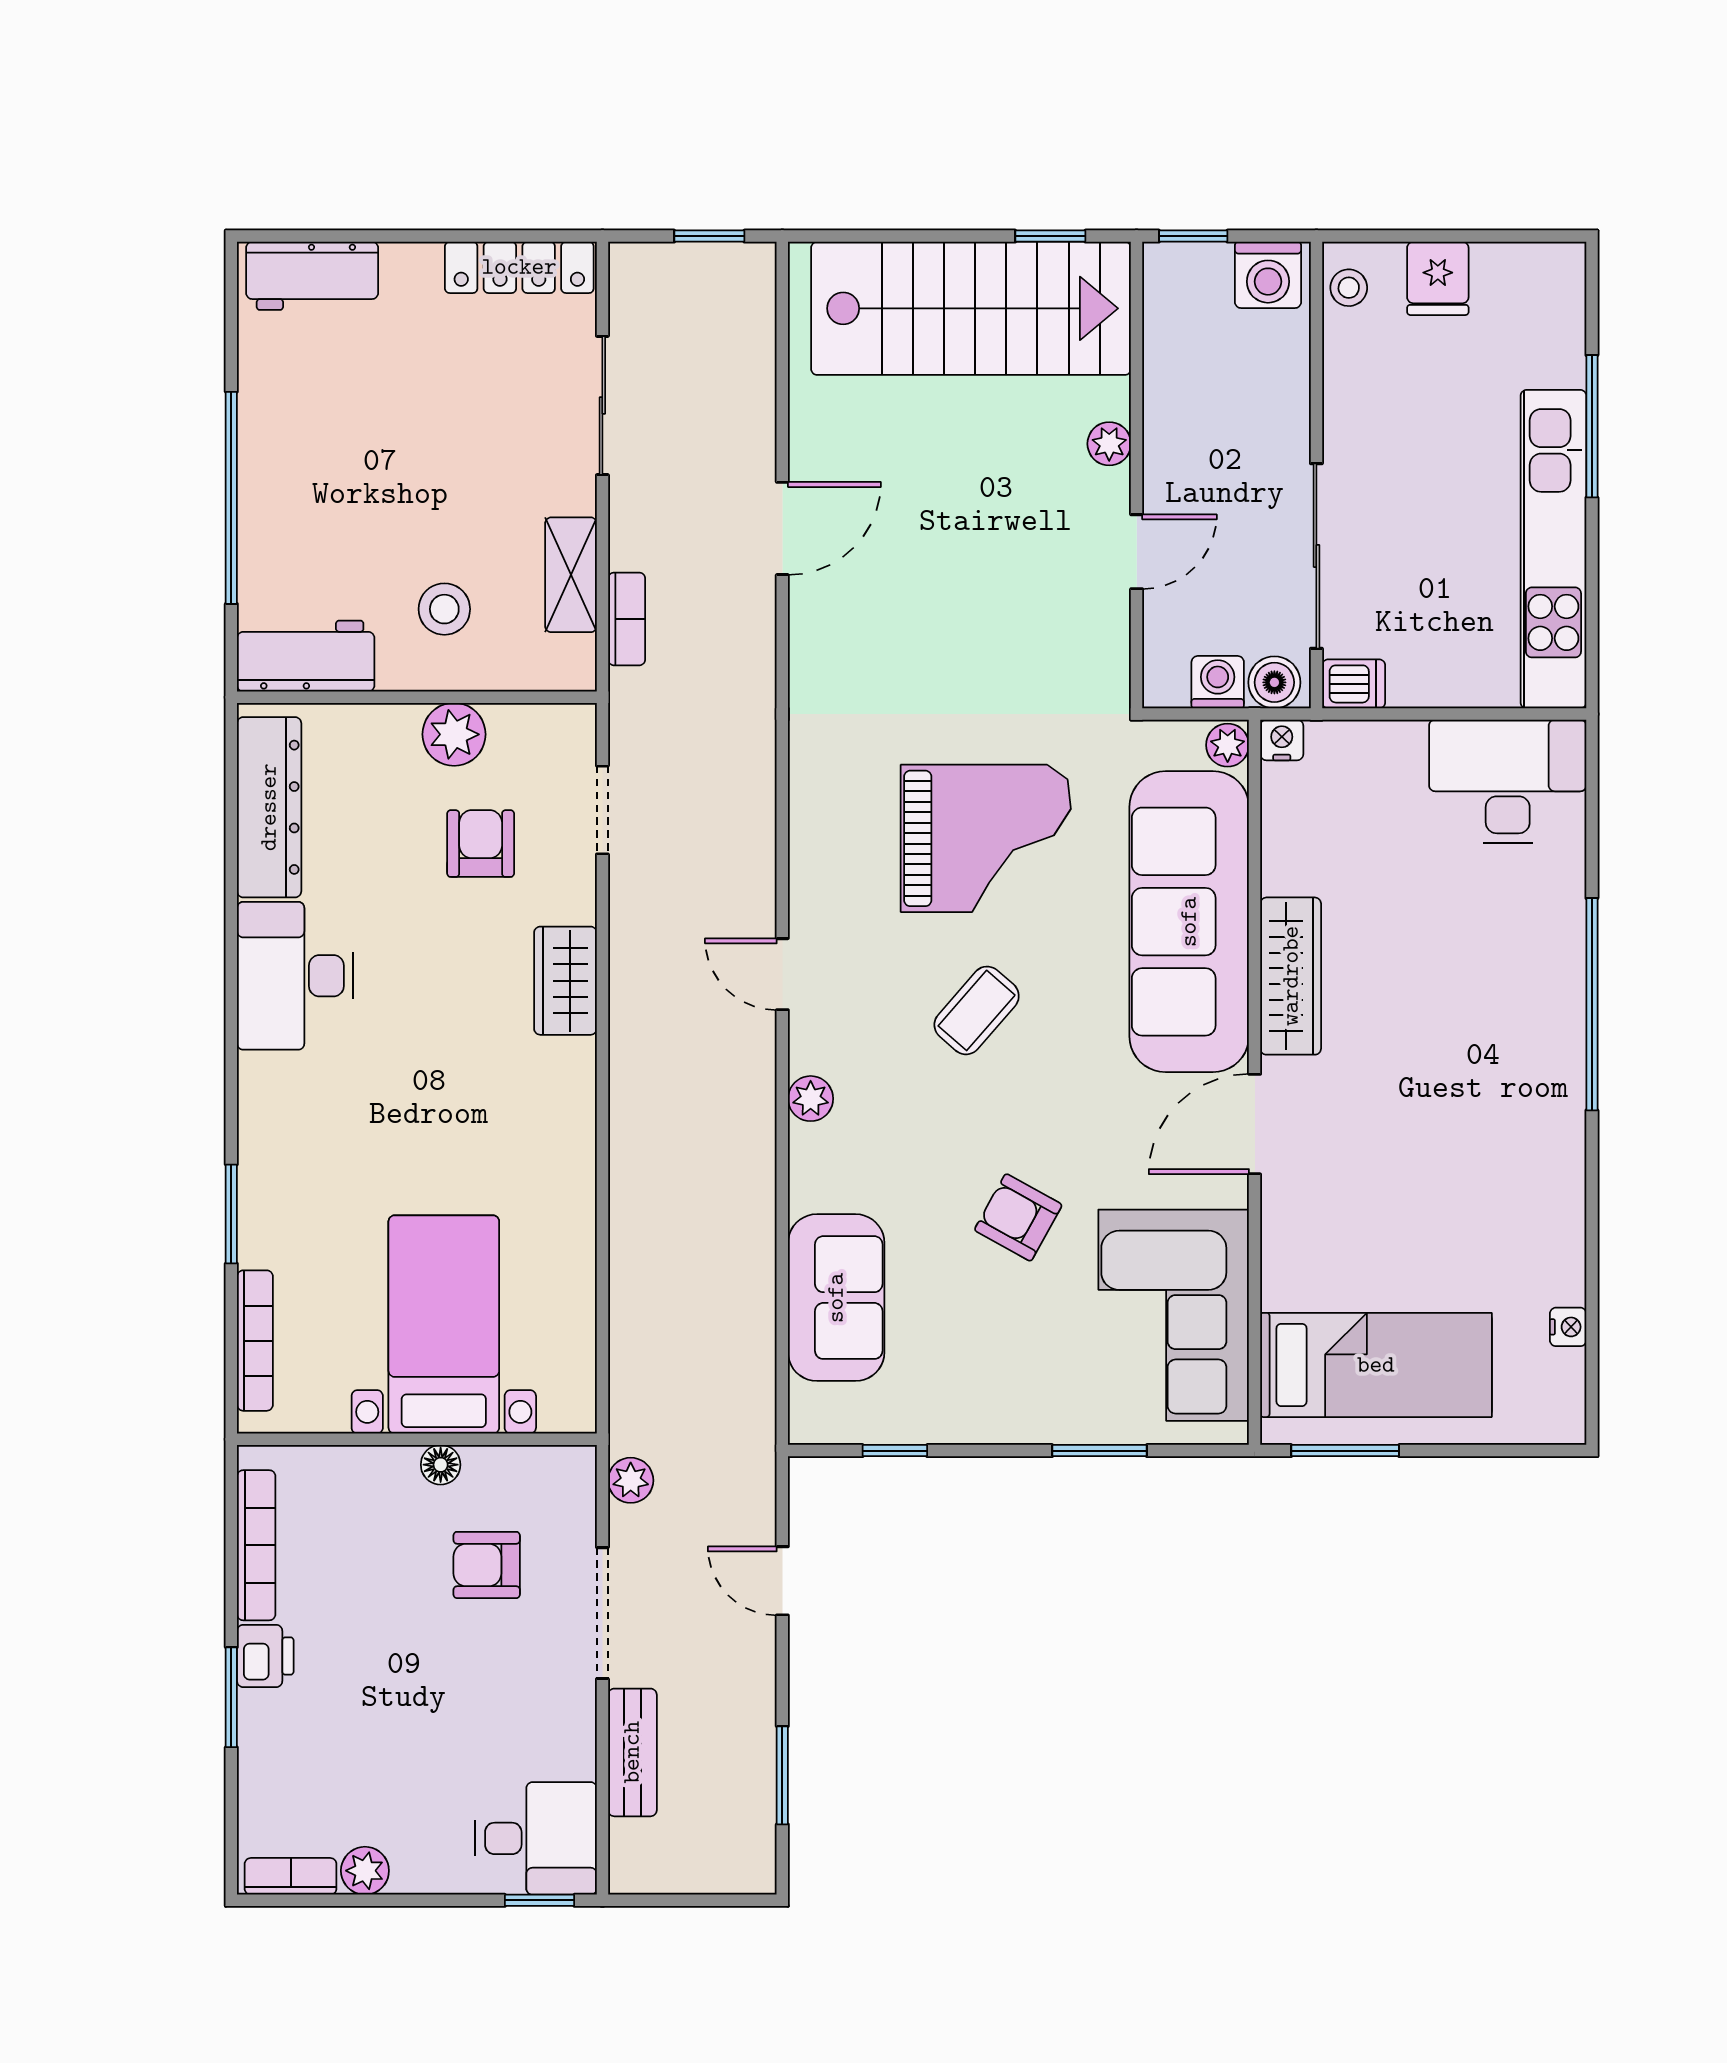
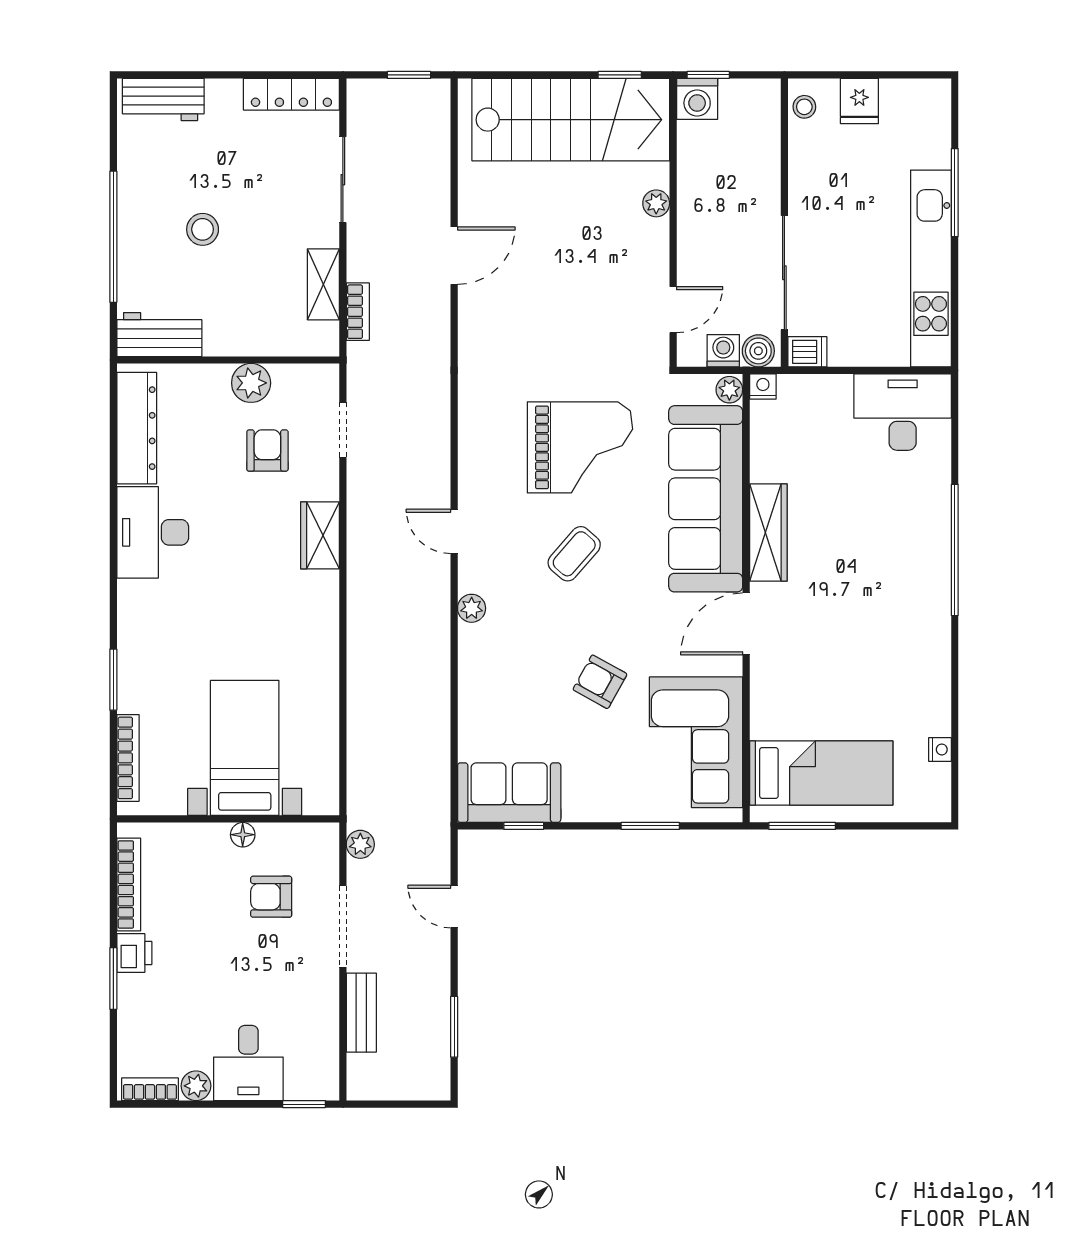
washing machine: (1268, 275) -> (697, 99), moved
door: (1137, 552) -> (673, 310), moved
stool: (444, 609) -> (203, 229), moved
sofa: (836, 1298) -> (509, 793), moved, turned -90
desk: (536, 1838) -> (248, 1063), moved, turned 90

